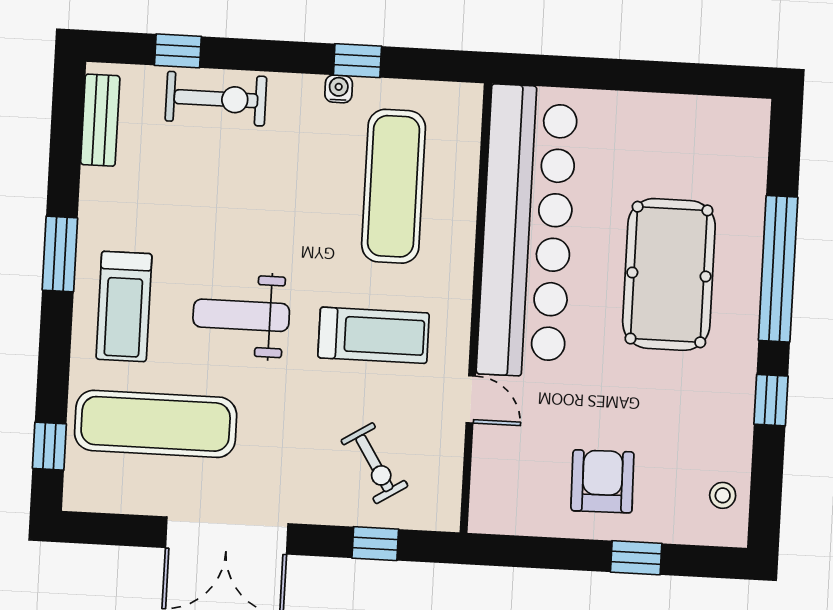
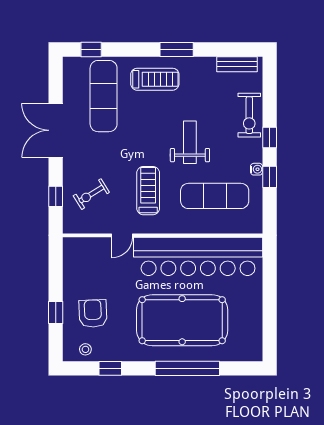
window: (178, 51) -> (270, 138), moved
pool table: (669, 274) -> (182, 320), width x1.36, depth x1.32
treadmill: (124, 306) -> (155, 79), turned 180
weight bench: (241, 315) -> (190, 142), moved
treadmill: (374, 335) -> (148, 191), turned 180
window: (771, 400) -> (110, 368), moved
armchair: (602, 481) -> (93, 313), moved, turned -91

